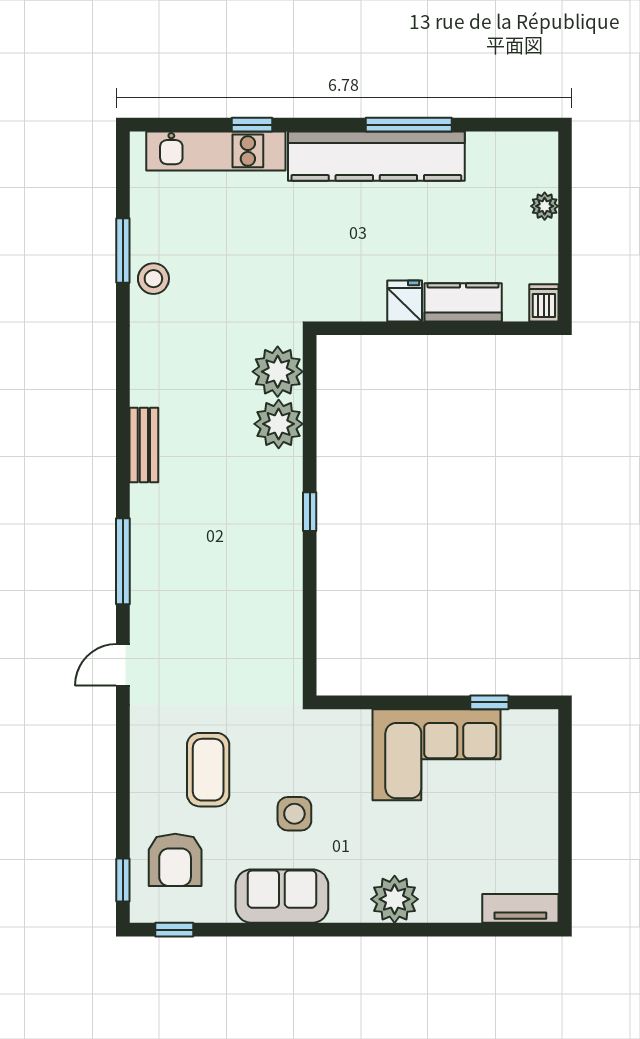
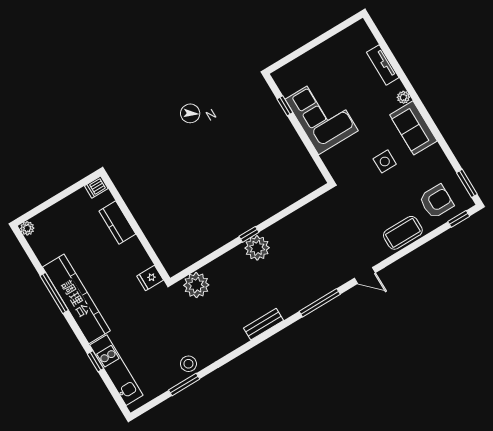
plant: (545, 206) -> (27, 228), moved
fridge: (405, 301) -> (150, 278), moved
plant: (279, 424) -> (257, 248), moved
coffee table: (208, 770) -> (403, 233), moved
sofa: (282, 896) -> (413, 128), moved
plant: (395, 899) -> (403, 97), width x0.53, depth x0.53
tv unit: (520, 908) -> (383, 65), moved
window: (174, 930) -> (467, 183), width x1.50

